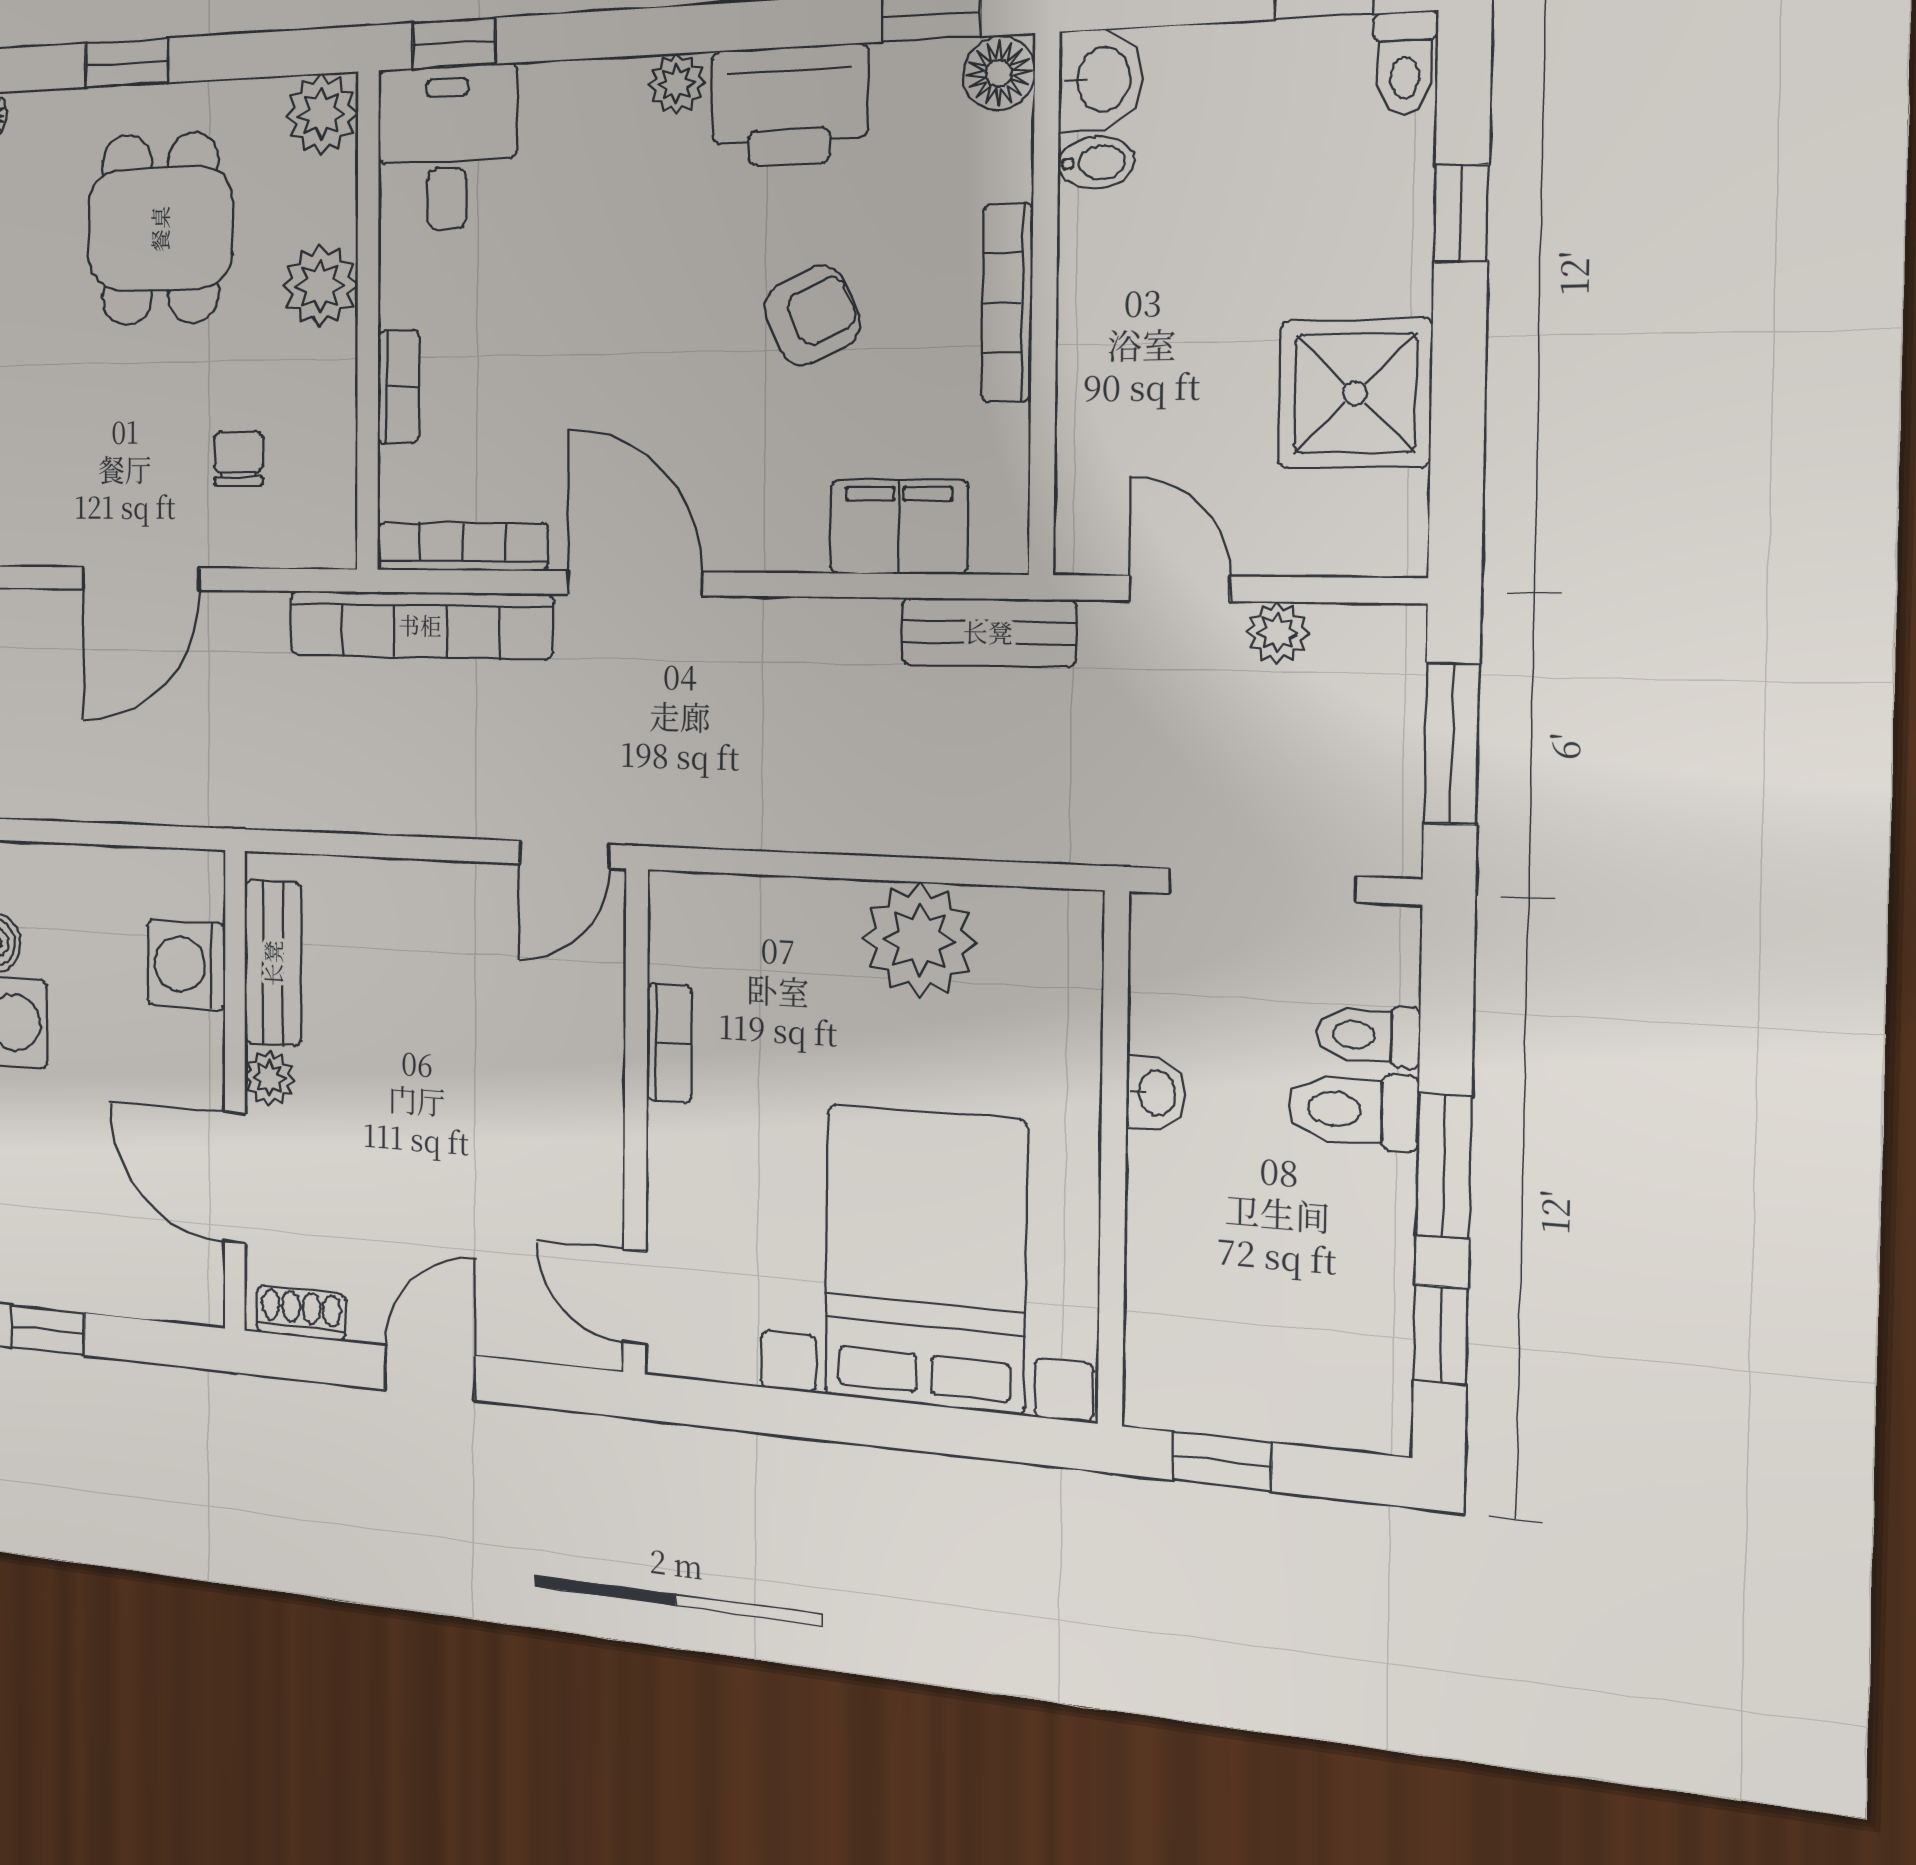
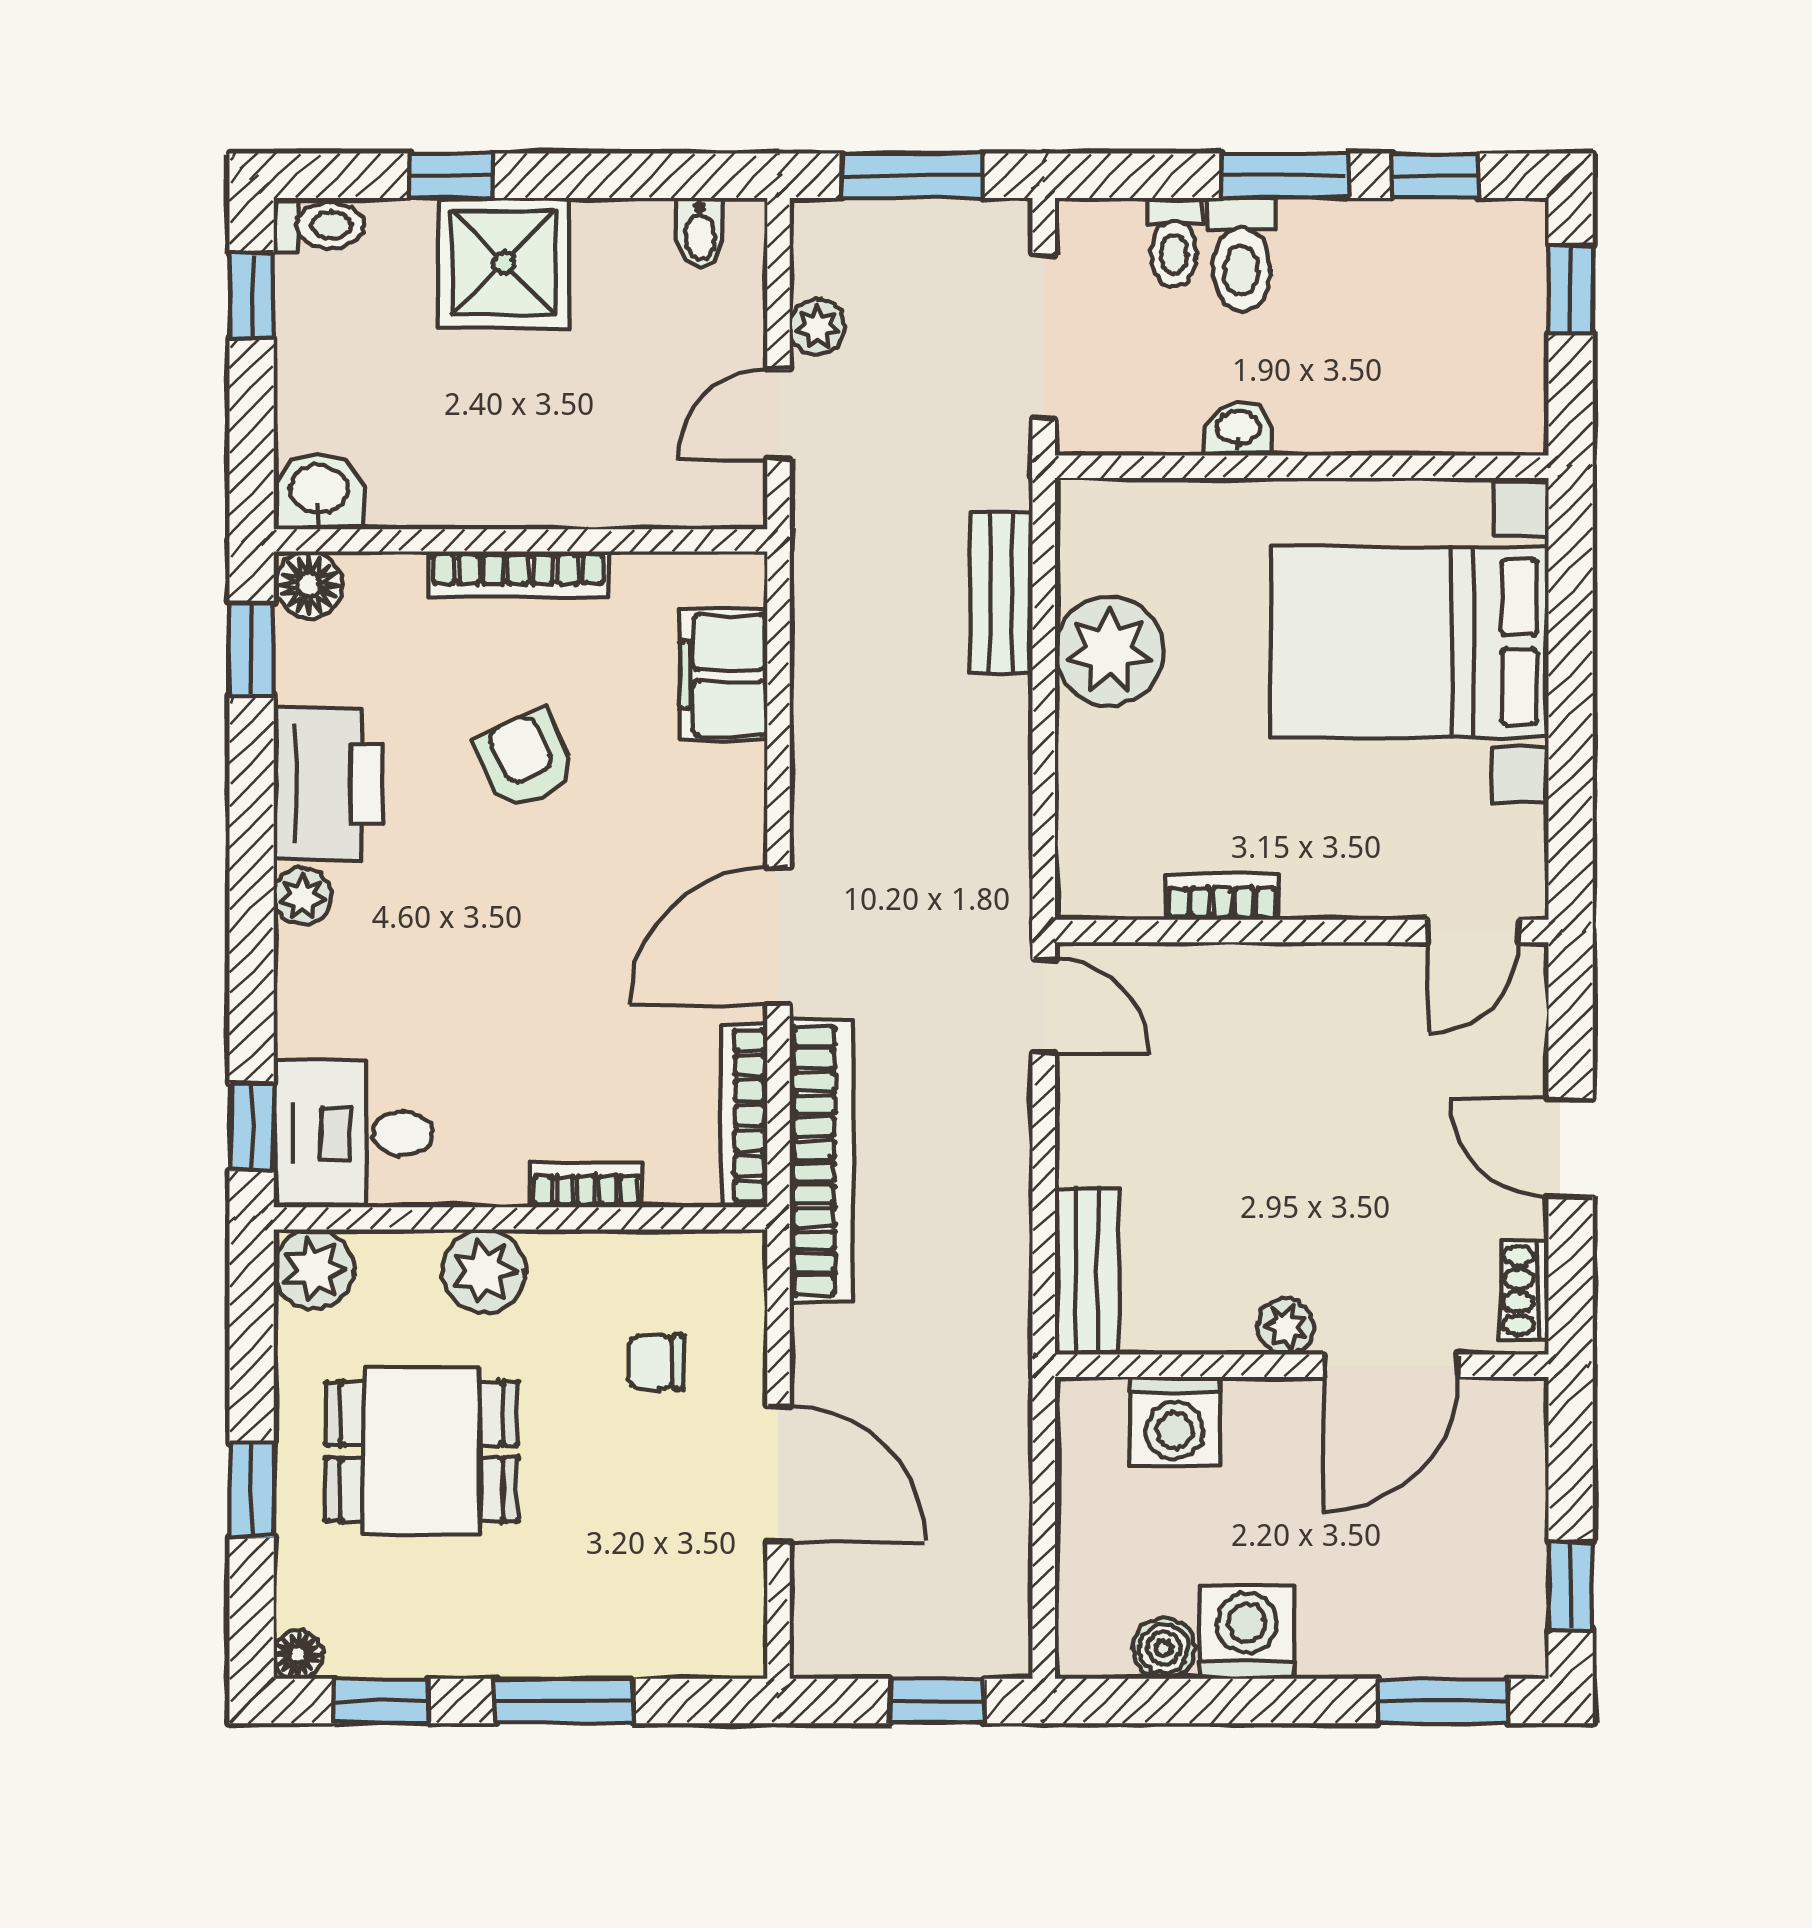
bidet: (1096, 163) -> (700, 232), moved, turned 180
shower: (1355, 394) -> (504, 263), moved
bench: (988, 632) -> (1002, 592), moved
bench: (273, 963) -> (1087, 1271), moved, turned 90
window: (1222, 1461) -> (1571, 289), moved

